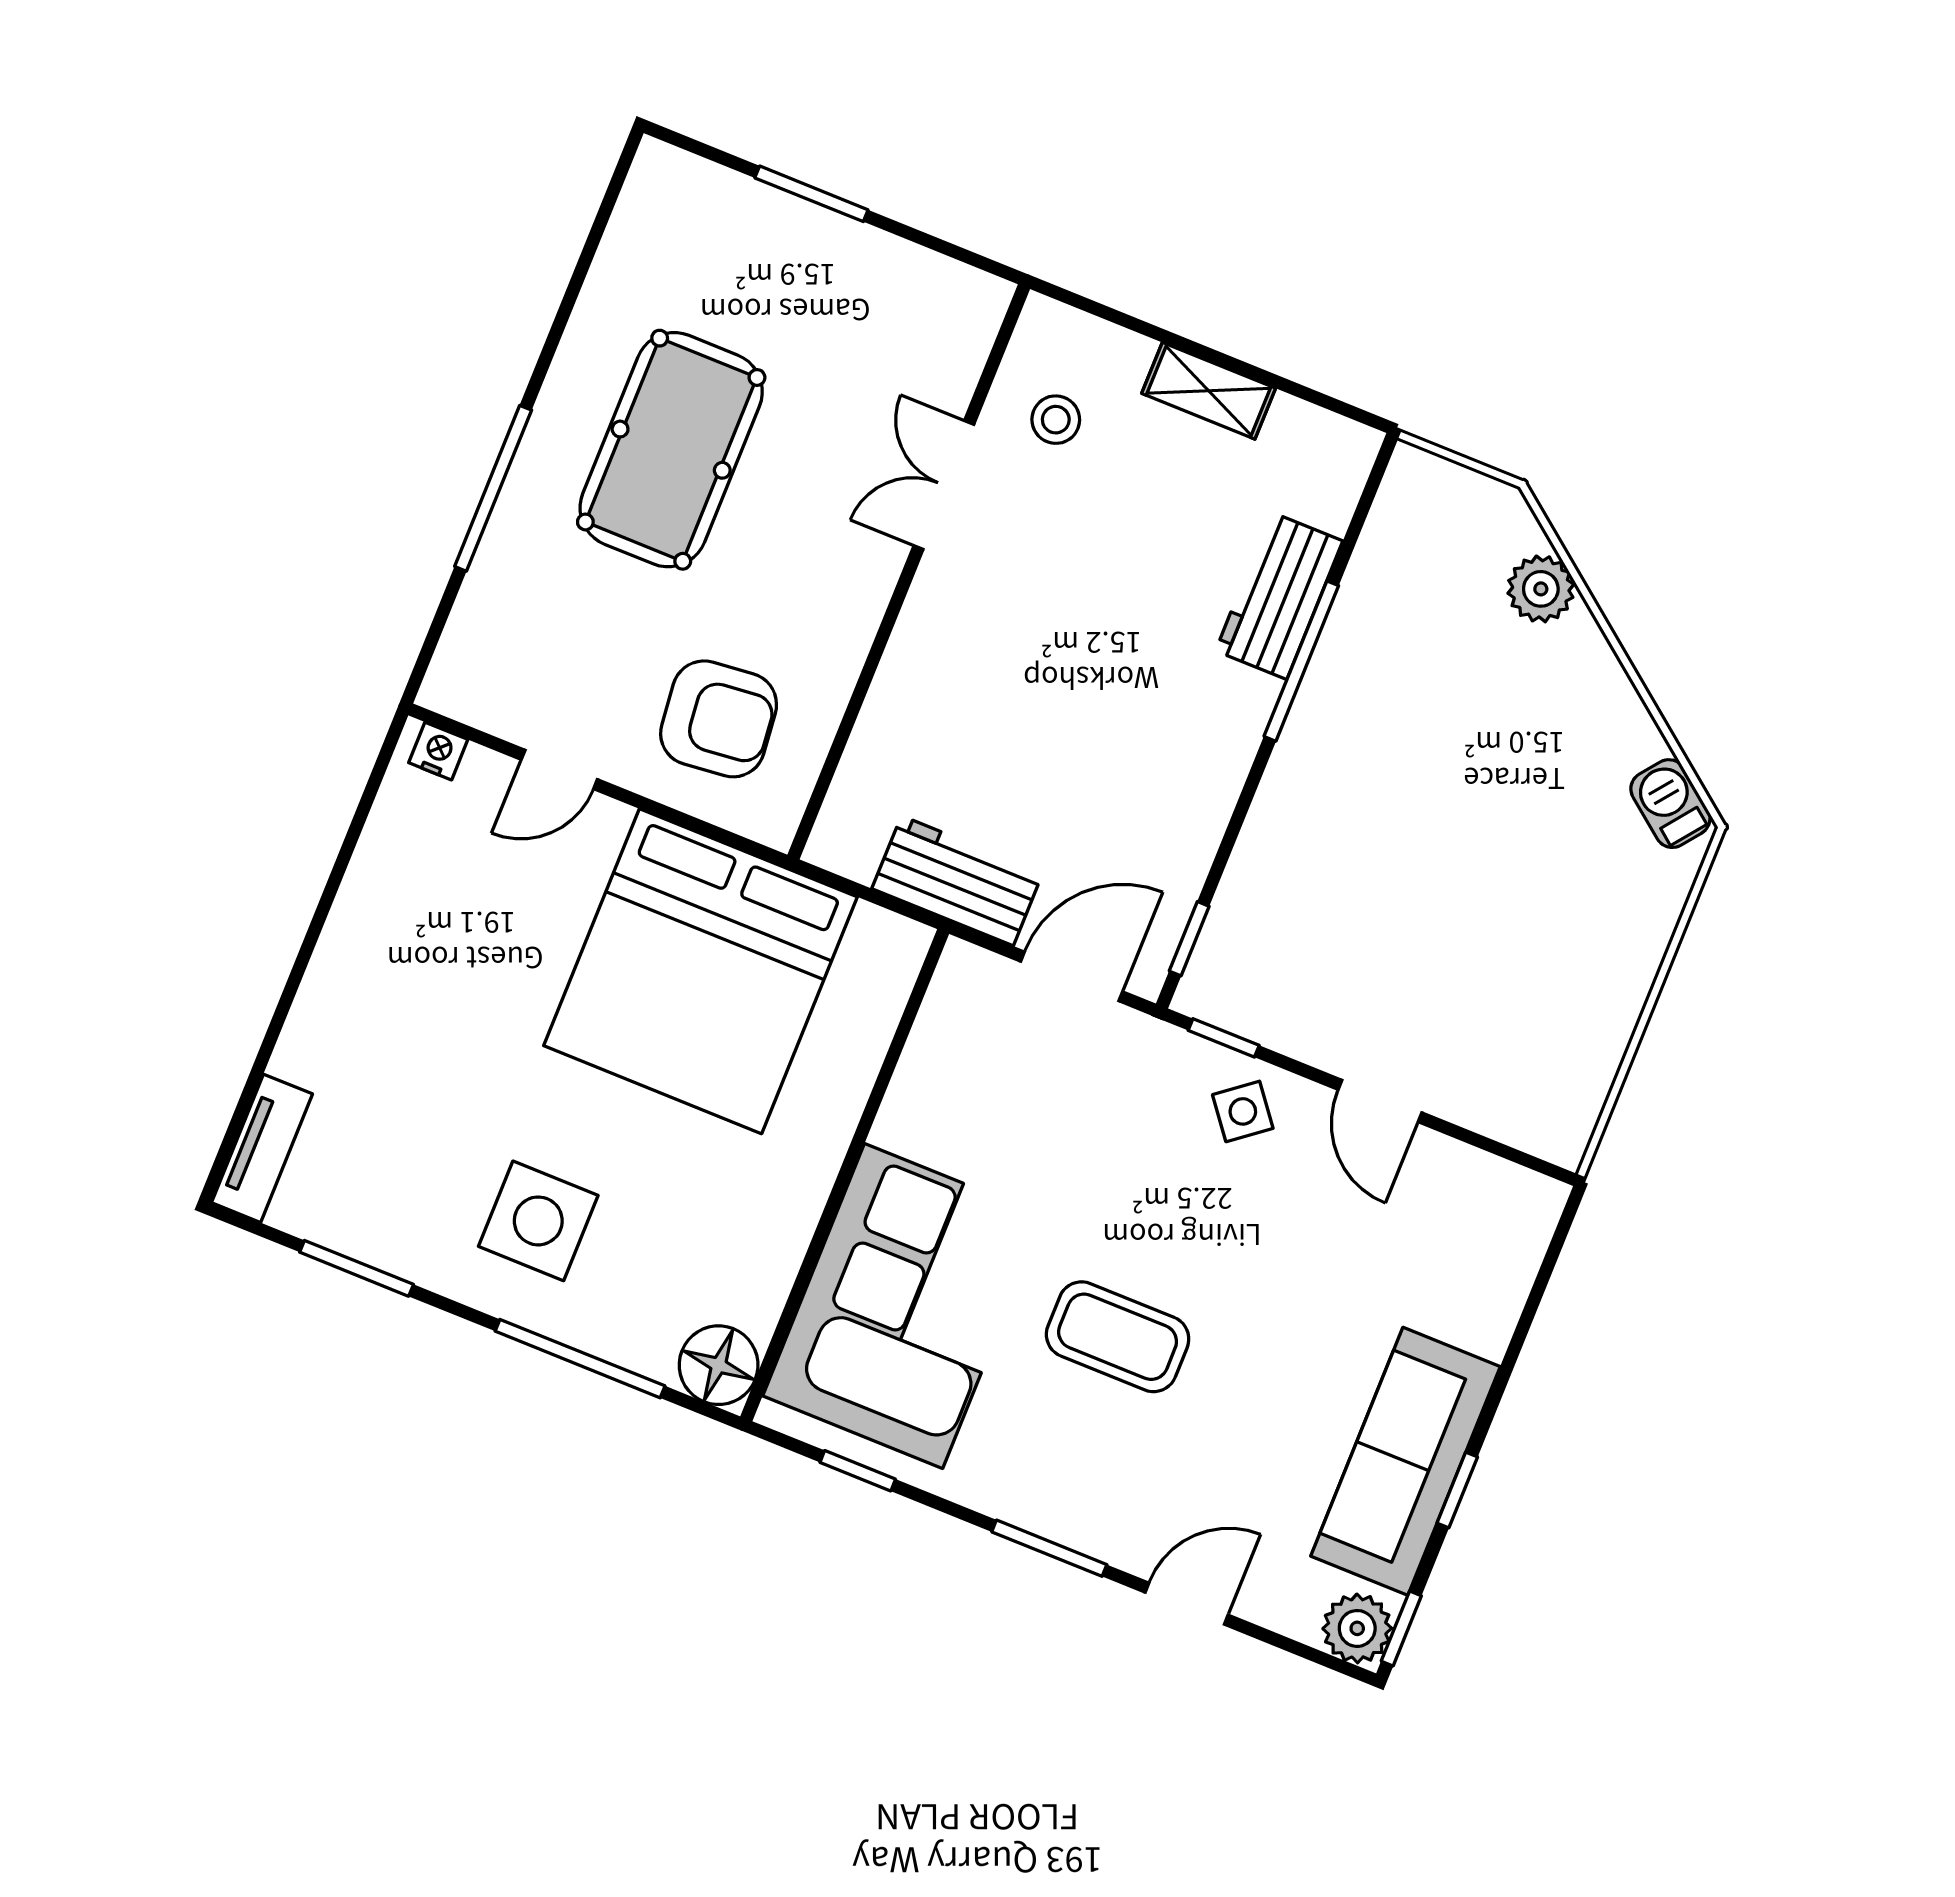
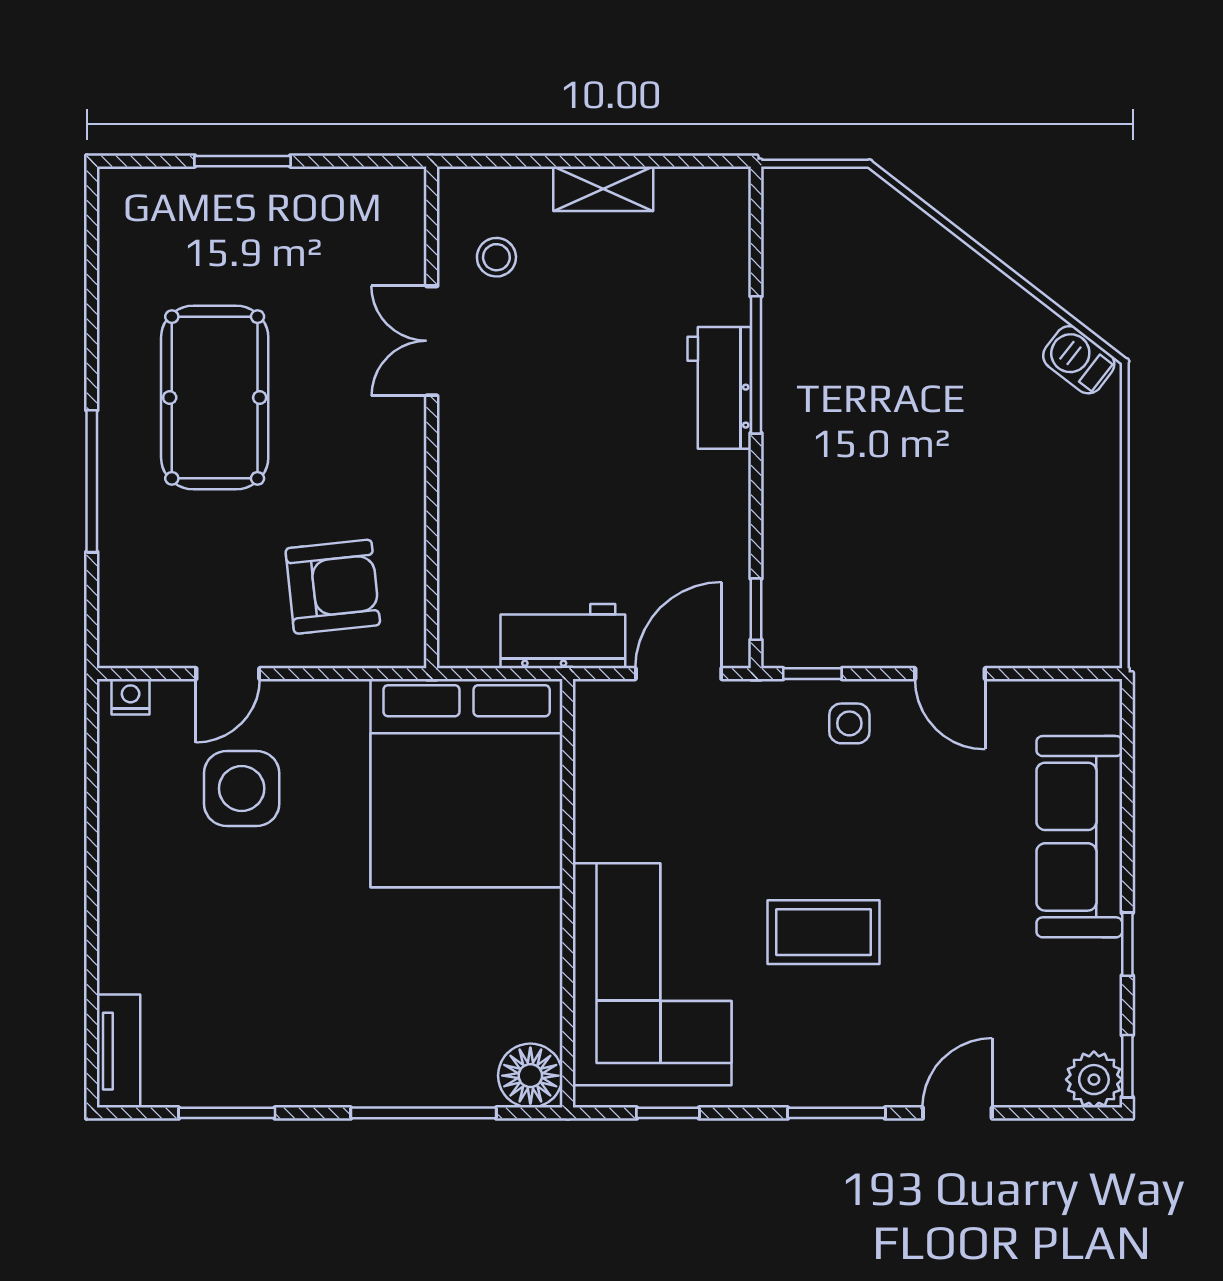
plant: (1541, 589) -> (915, 237), removed
workbench: (1279, 596) -> (719, 388), moved
bed: (700, 971) -> (467, 783), moved
side table: (1243, 1111) -> (849, 723), turned 38
side table: (538, 1221) -> (242, 788), moved
sofa: (1405, 1461) -> (1079, 837), moved

